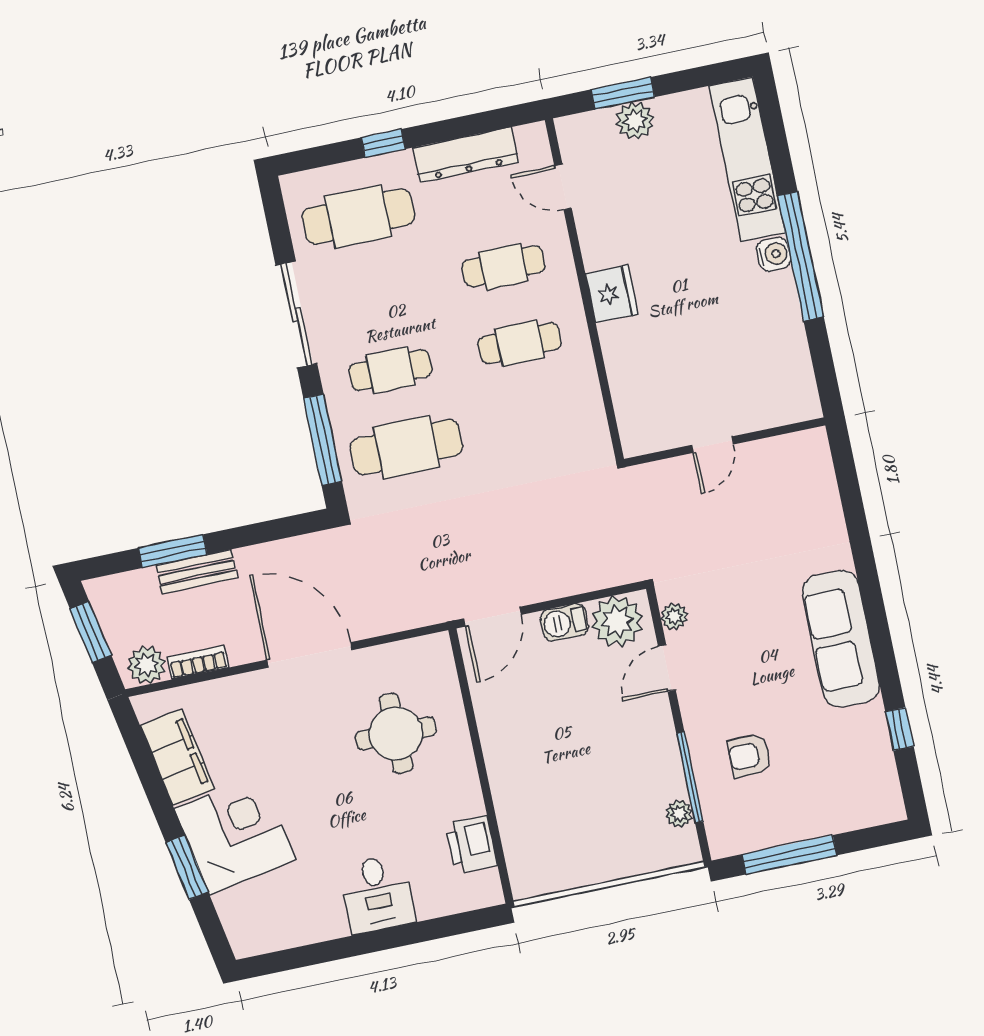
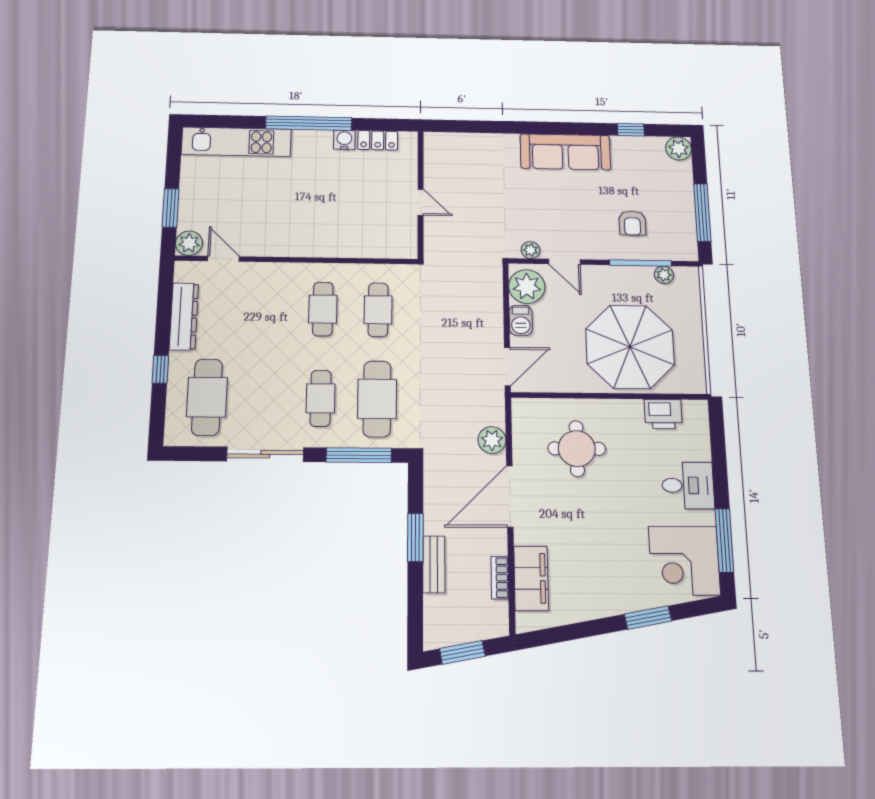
plant: (635, 121) -> (189, 243), moved
door: (563, 187) -> (223, 259), swing flipped
water cooler: (774, 254) -> (344, 140), moved
cafe table: (503, 266) -> (378, 310), moved
fridge: (612, 294) -> (304, 243), removed
locker: (796, 362) -> (378, 140), added
window: (173, 551) -> (415, 537), moved
door: (492, 617) -> (507, 367), hinge flipped
plant: (147, 665) -> (492, 440), moved
filing cabinet: (177, 757) -> (531, 578), moved, turned 100
parasol: (559, 783) -> (630, 347), added
plant: (885, 805) -> (679, 149), added
corner desk: (235, 834) -> (684, 561), moved, turned -80
window: (312, 954) -> (724, 540), added

